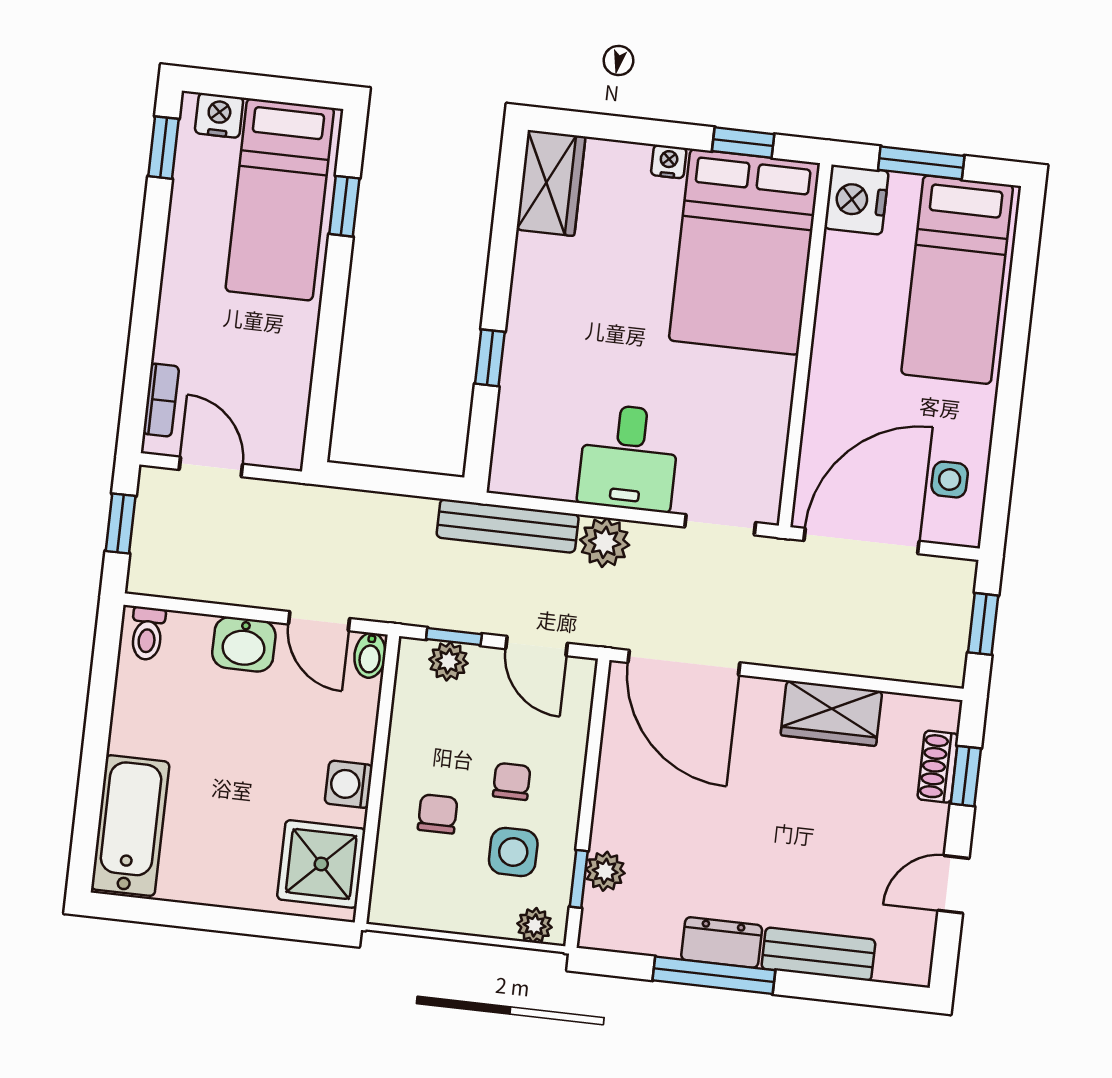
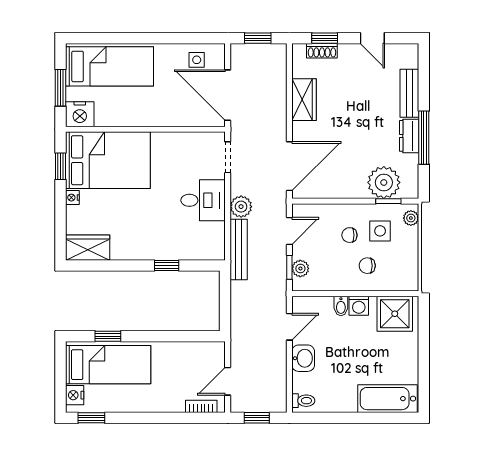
bidet: (370, 655) -> (341, 306), moved, turned 90
plant: (605, 871) -> (384, 182), width x1.87, depth x1.87

